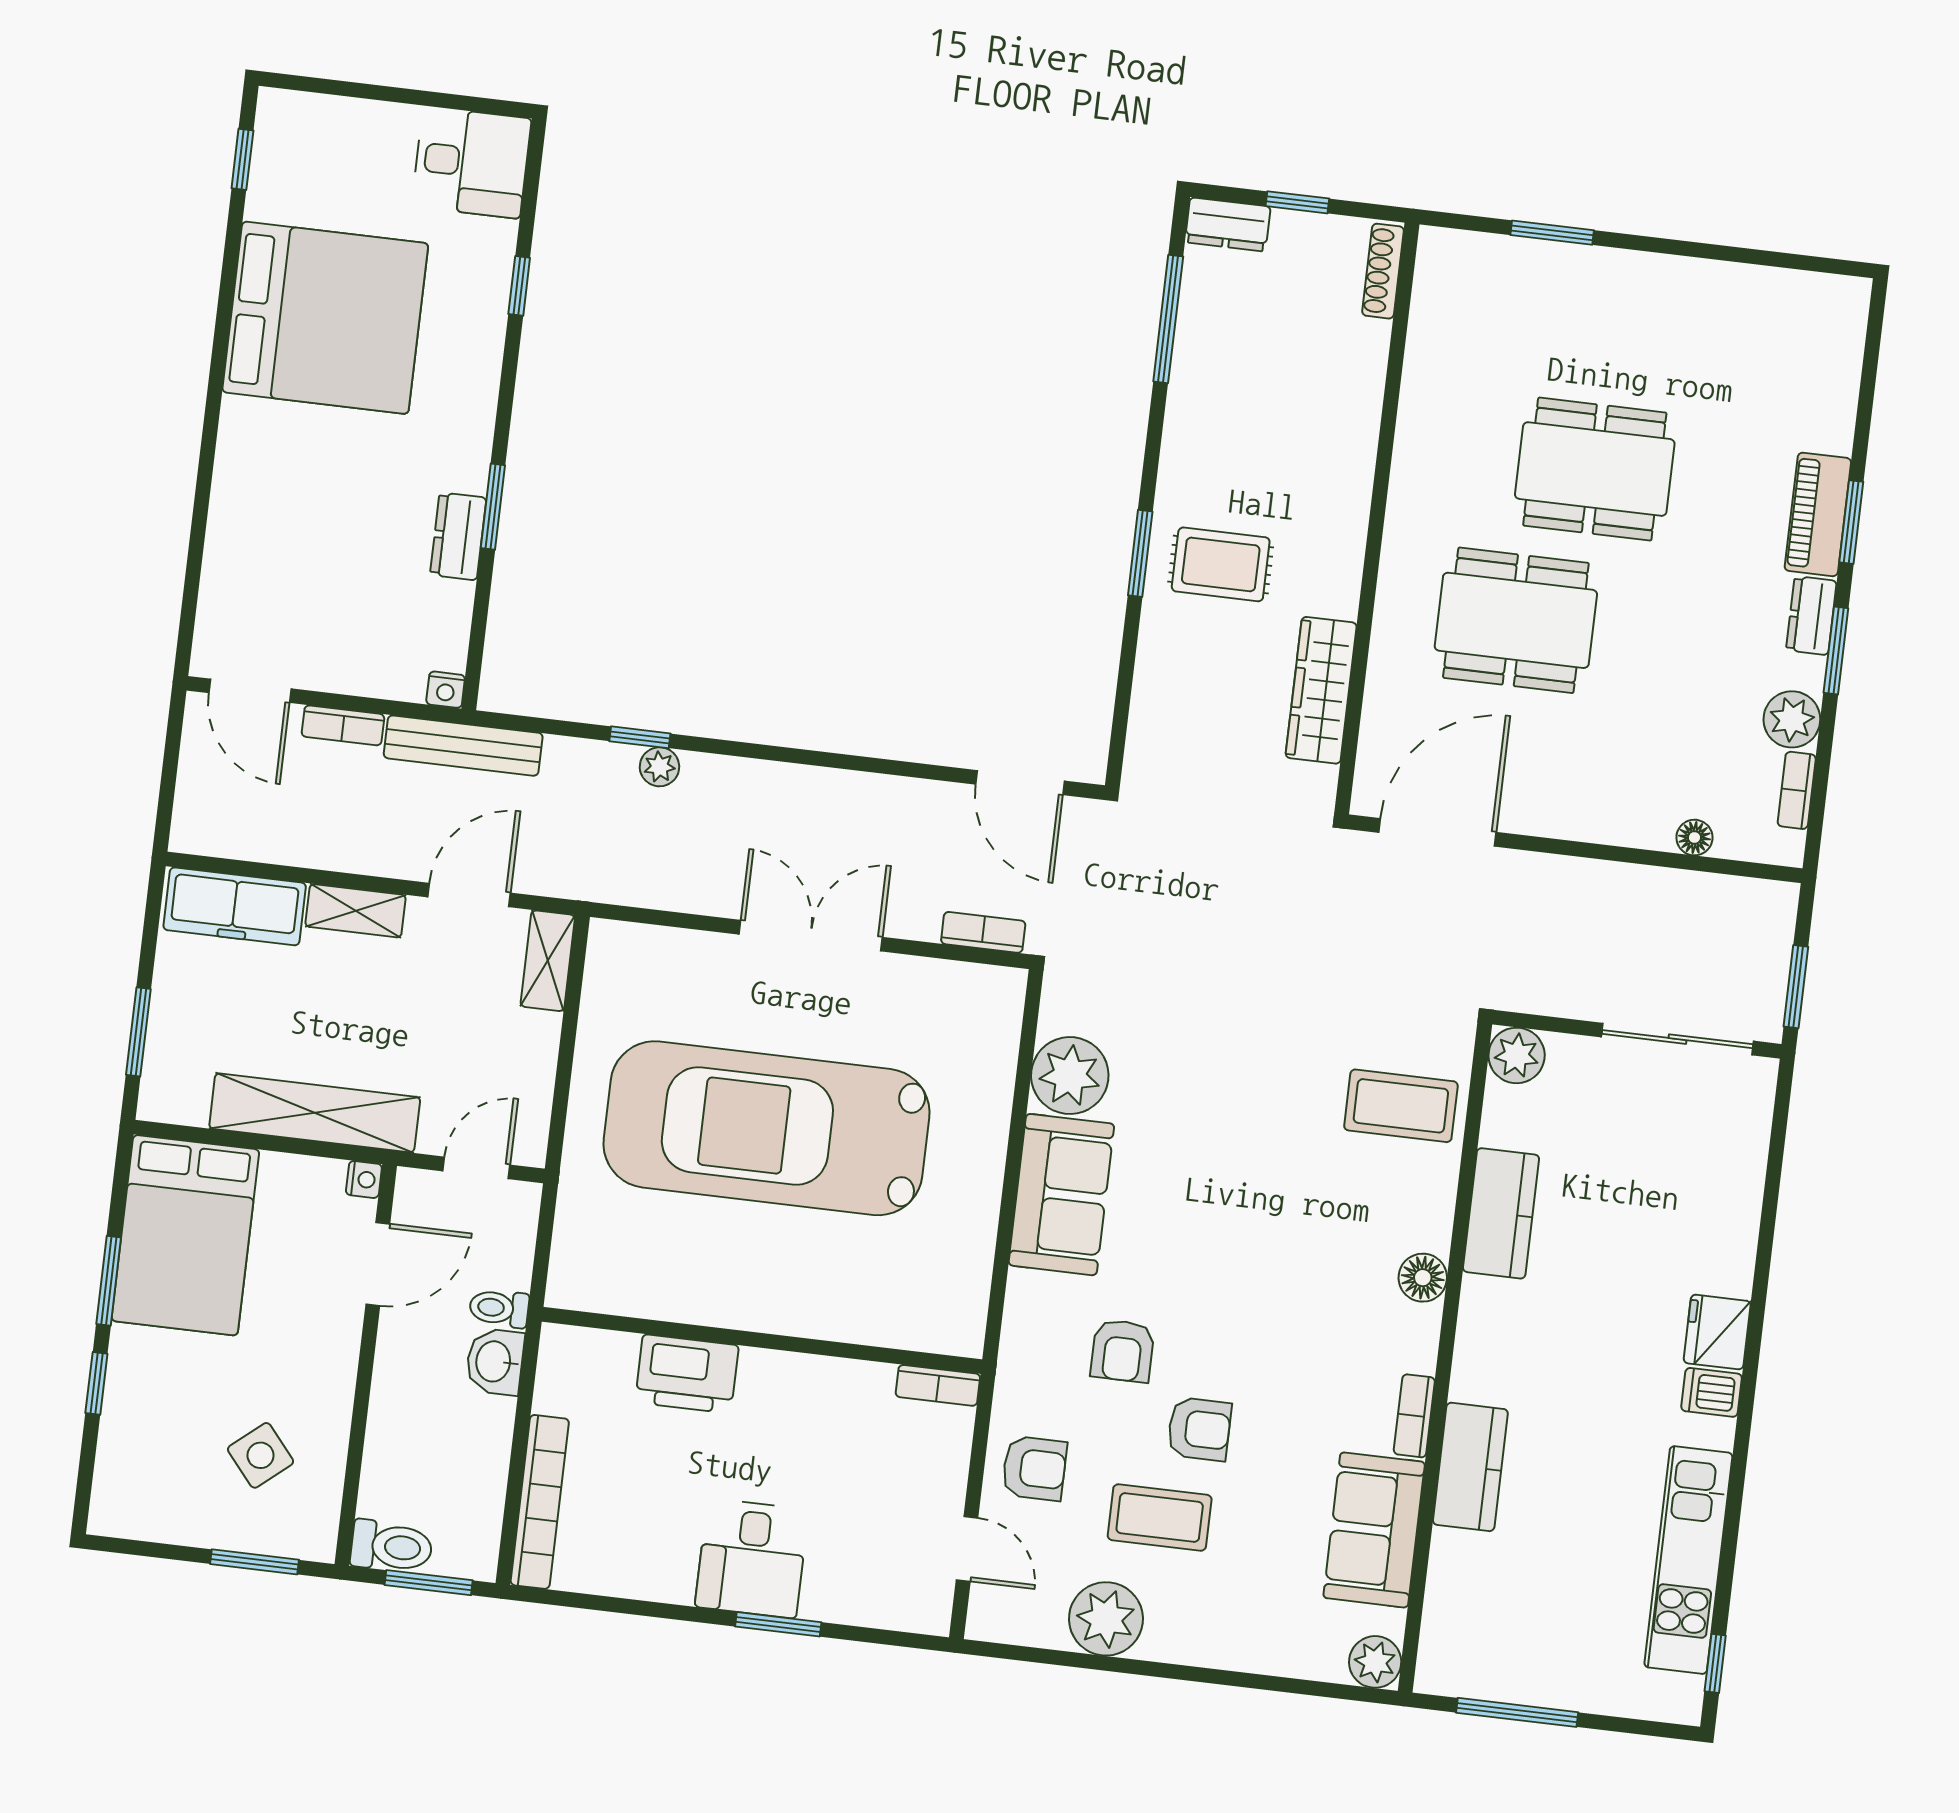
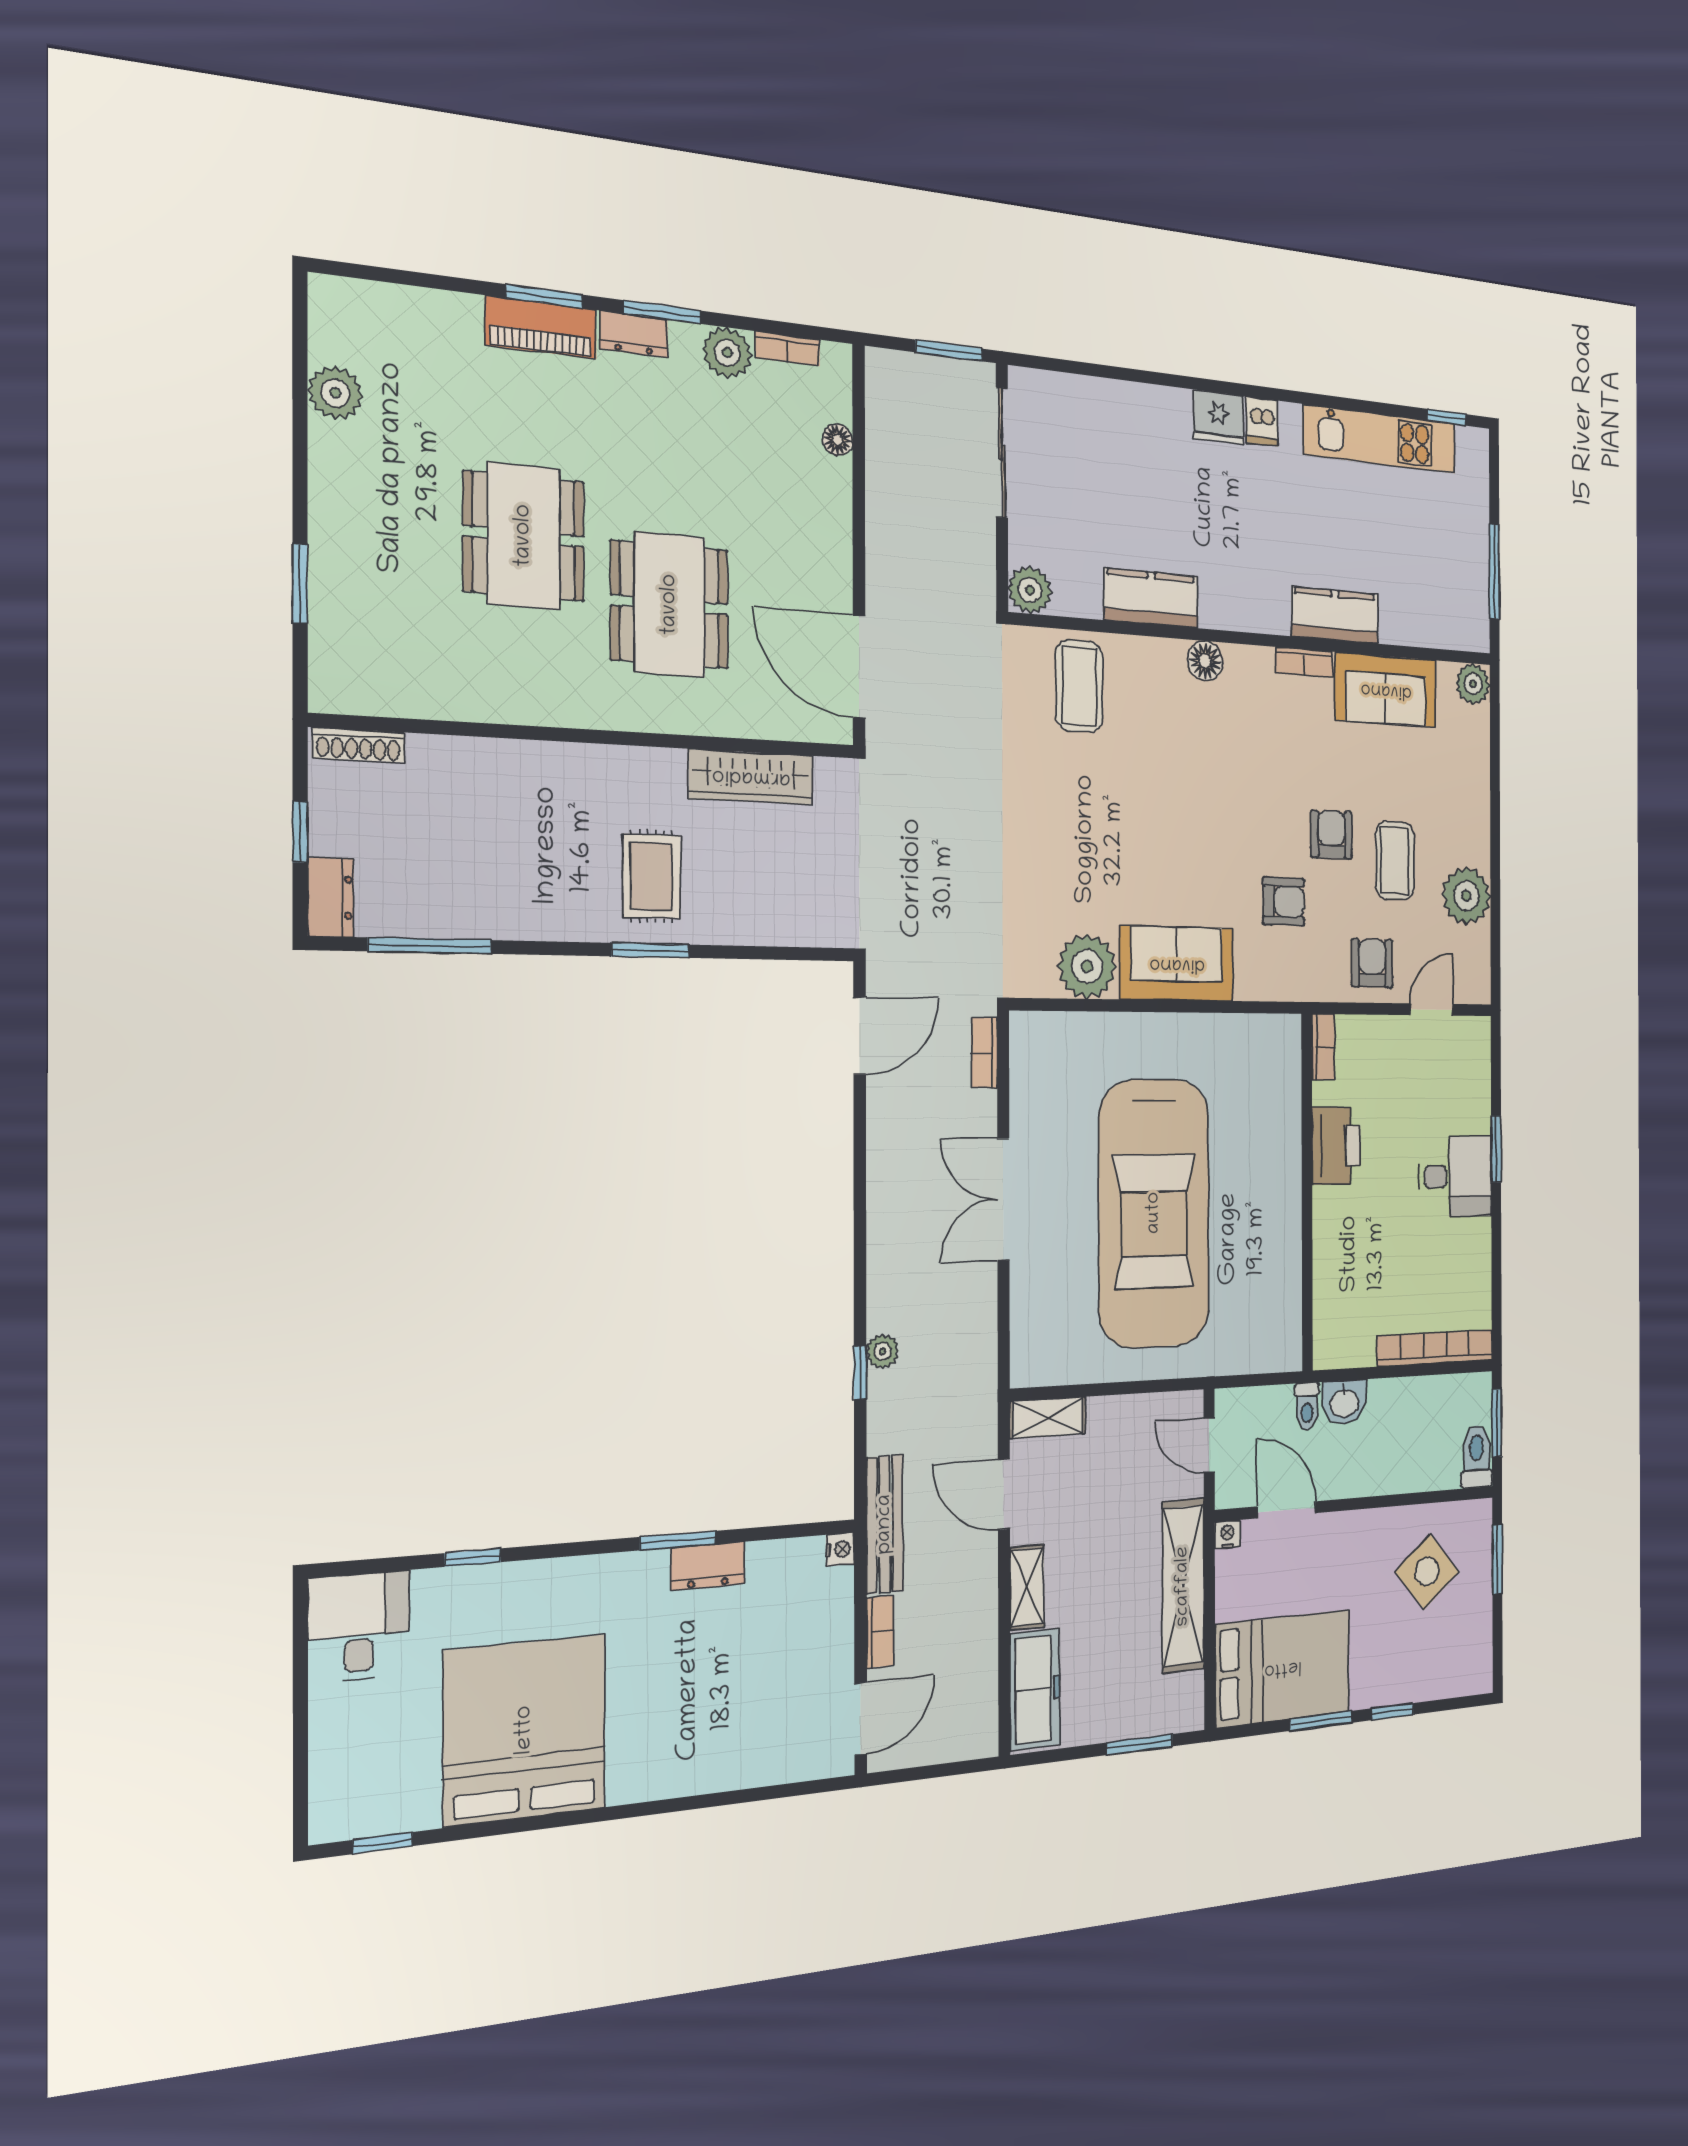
plant: (1748, 291) -> (335, 393), added
printer: (687, 1374) -> (1336, 1146), moved
side table: (261, 1455) -> (1427, 1572), width x1.37, depth x1.37

